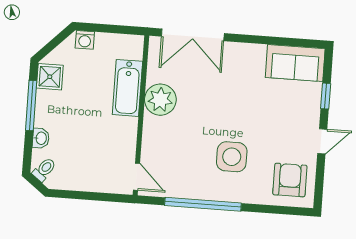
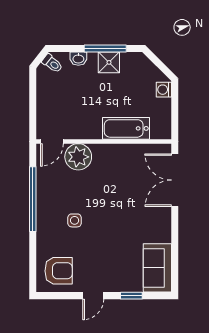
shower: (50, 77) -> (109, 62), moved
plant: (160, 100) -> (78, 157), moved
door: (322, 141) -> (93, 296), hinge flipped
side table: (232, 157) -> (75, 220), width x0.54, depth x0.54

